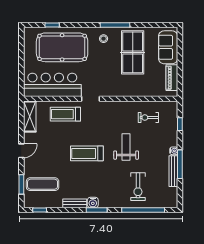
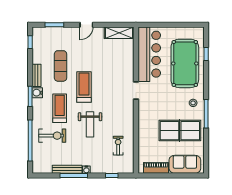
treadmill: (65, 114) -> (60, 108), moved
weight bench: (126, 147) -> (90, 124), turned 90
door: (21, 151) -> (86, 25), hinge flipped
exercise mat: (43, 184) -> (61, 66), moved
exercise bike: (138, 187) -> (52, 136), turned 180

